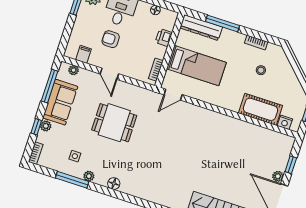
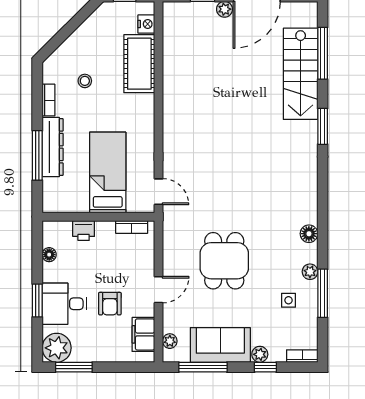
dresser: (201, 27) -> (53, 147), moved
filing cabinet: (83, 54) -> (143, 334), width x2.00

